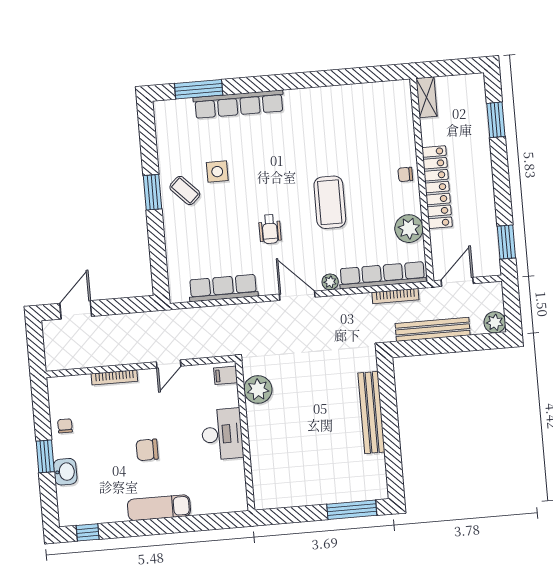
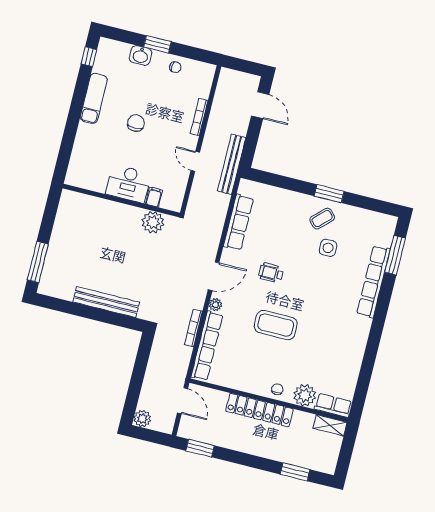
row of seats: (402, 102) -> (333, 405), added
plant: (409, 229) -> (305, 395), moved
bookcase: (395, 296) -> (193, 328), moved
bench: (433, 329) -> (232, 164), moved
filing cabinet: (226, 375) -> (154, 197), moved
exam couch: (159, 508) -> (94, 98), moved

